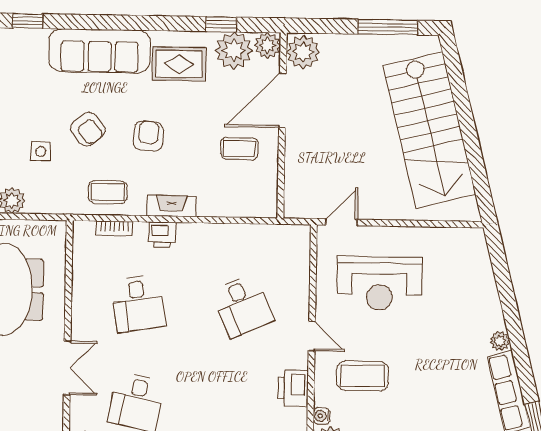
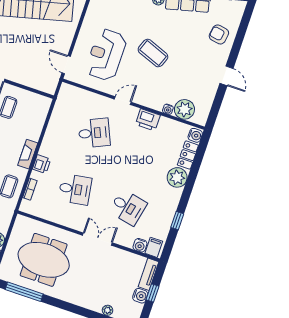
reception desk: (380, 284) -> (106, 55), turned 180
coffee table: (363, 376) -> (153, 53), moved, turned -69

